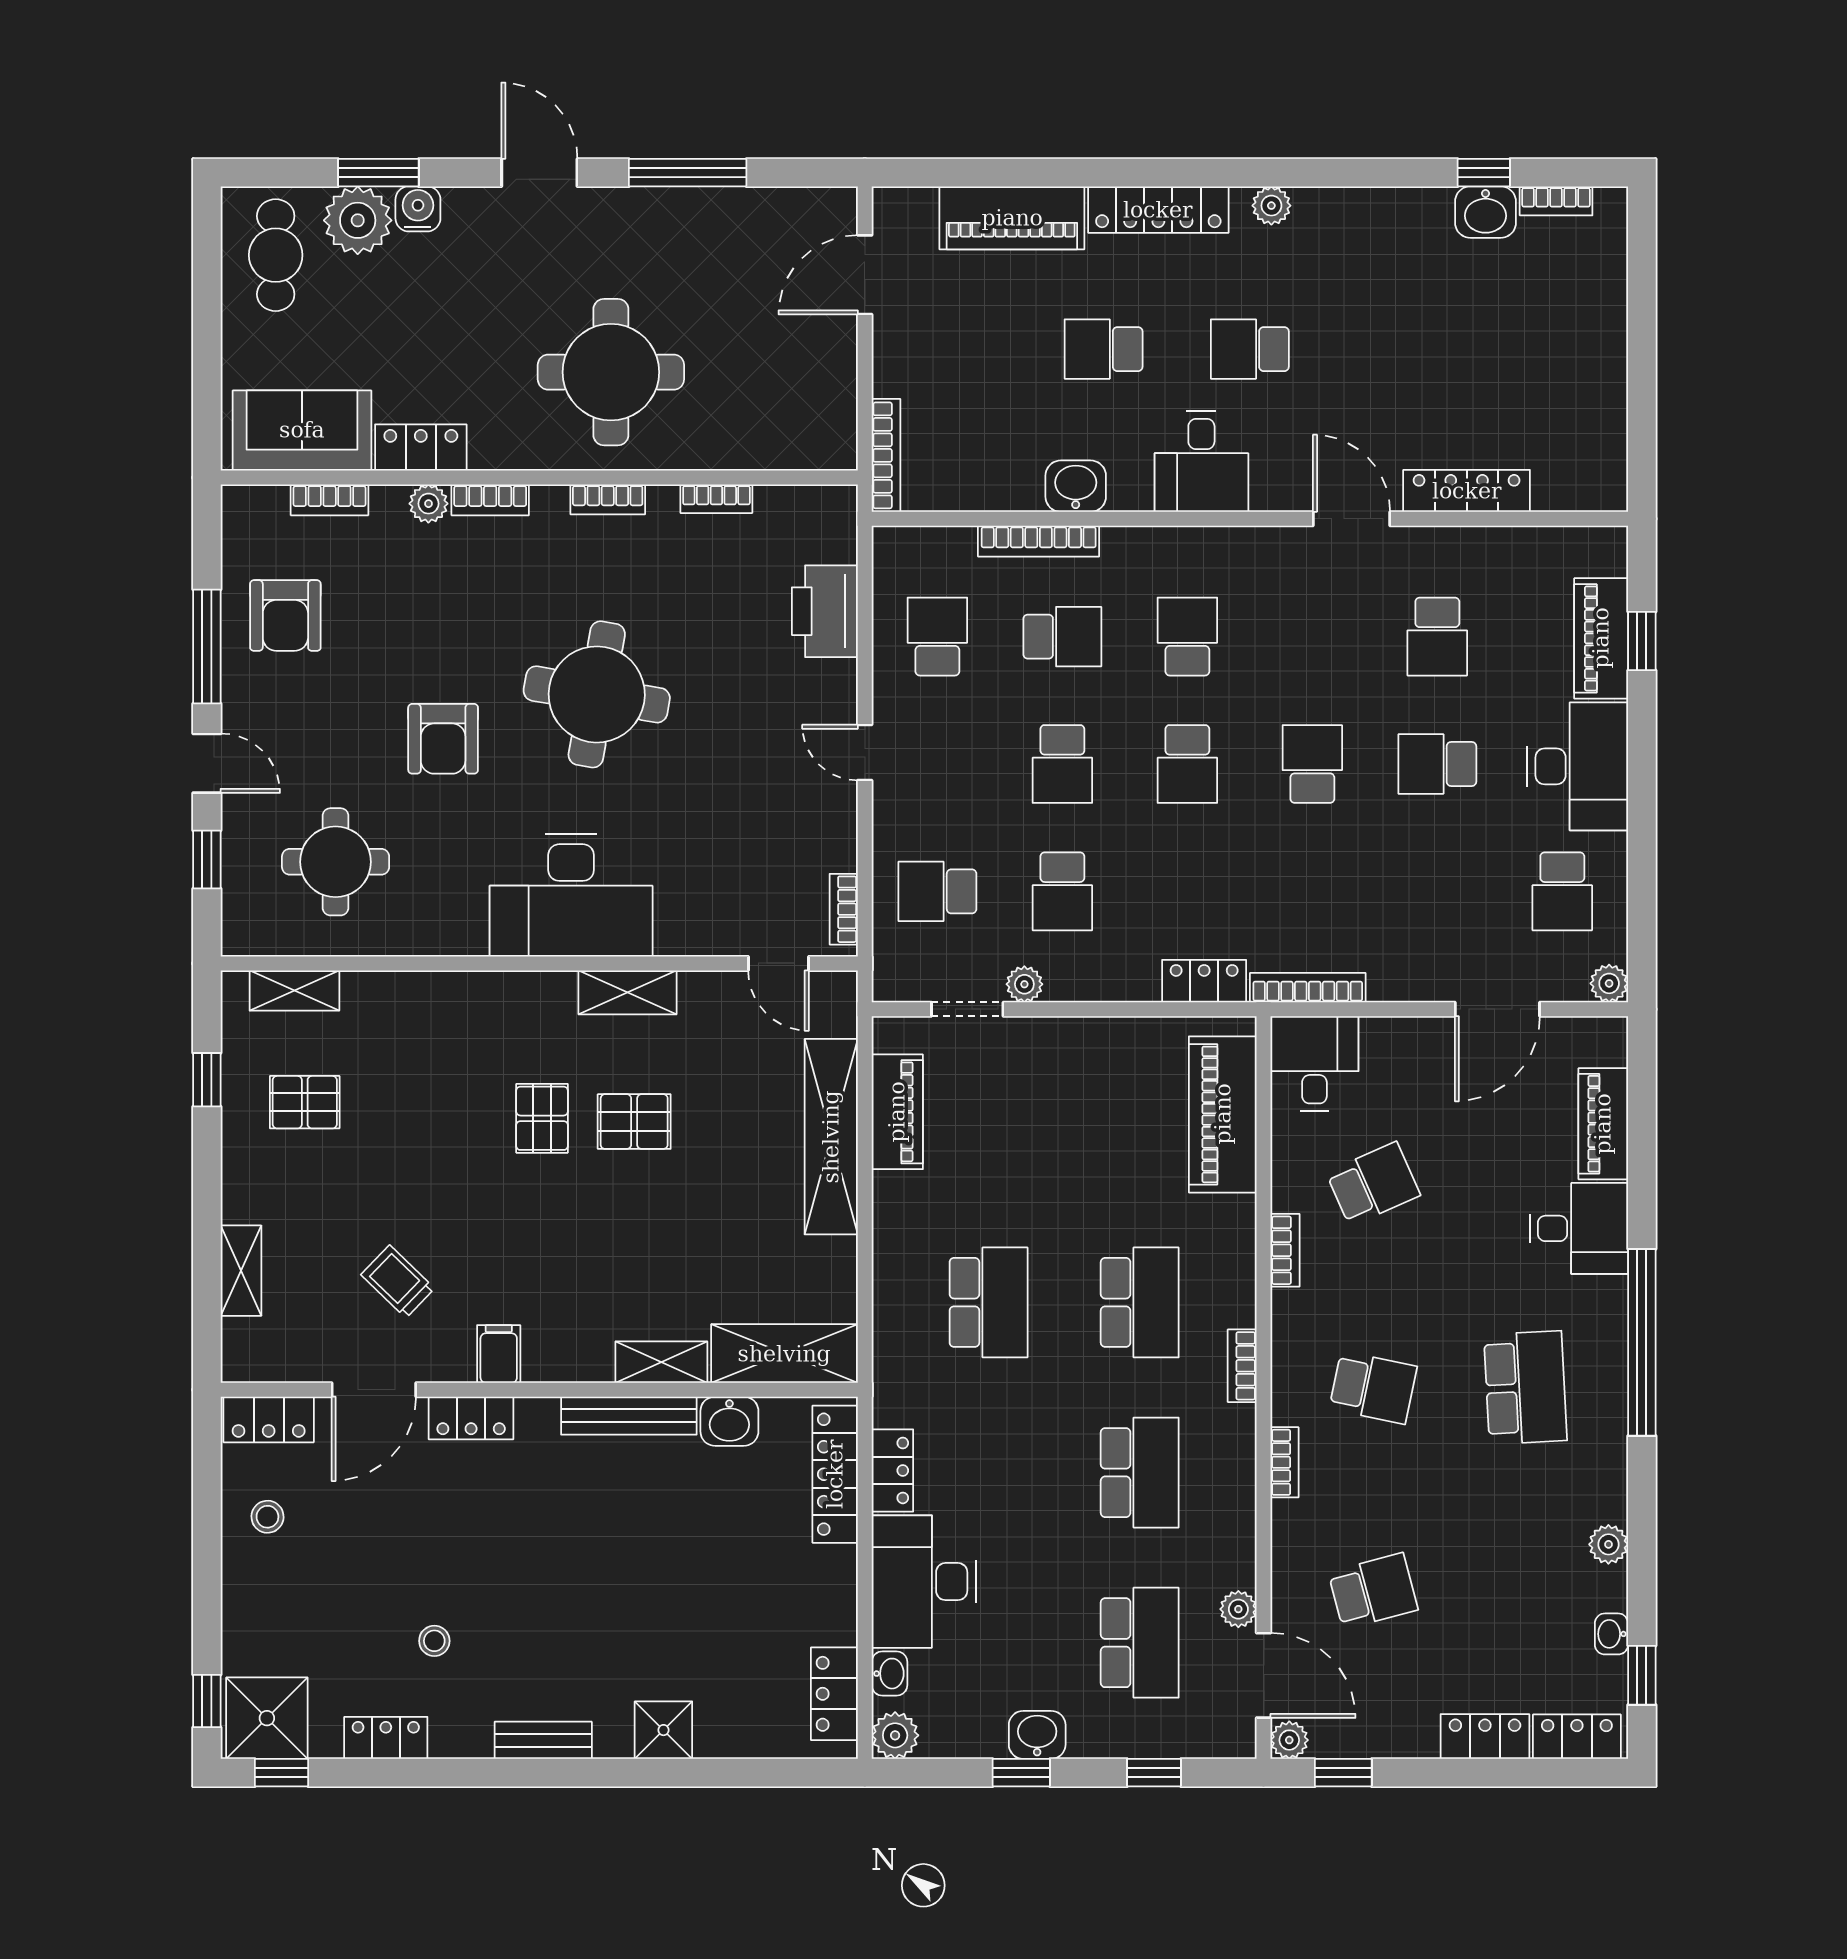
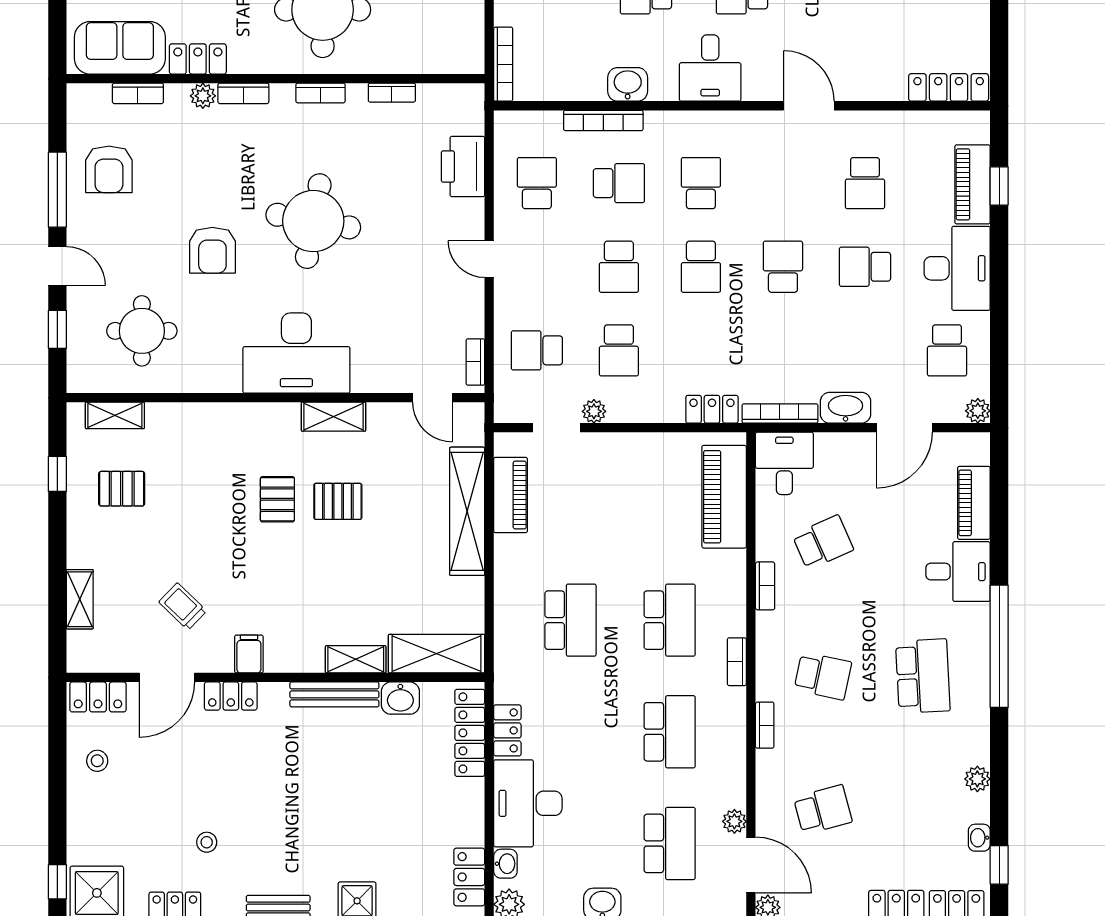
locker: (1467, 491) -> (949, 87), moved
washbasin: (1408, 979) -> (846, 408), added

